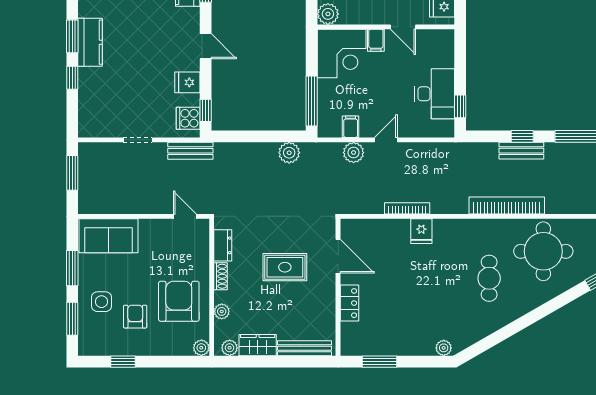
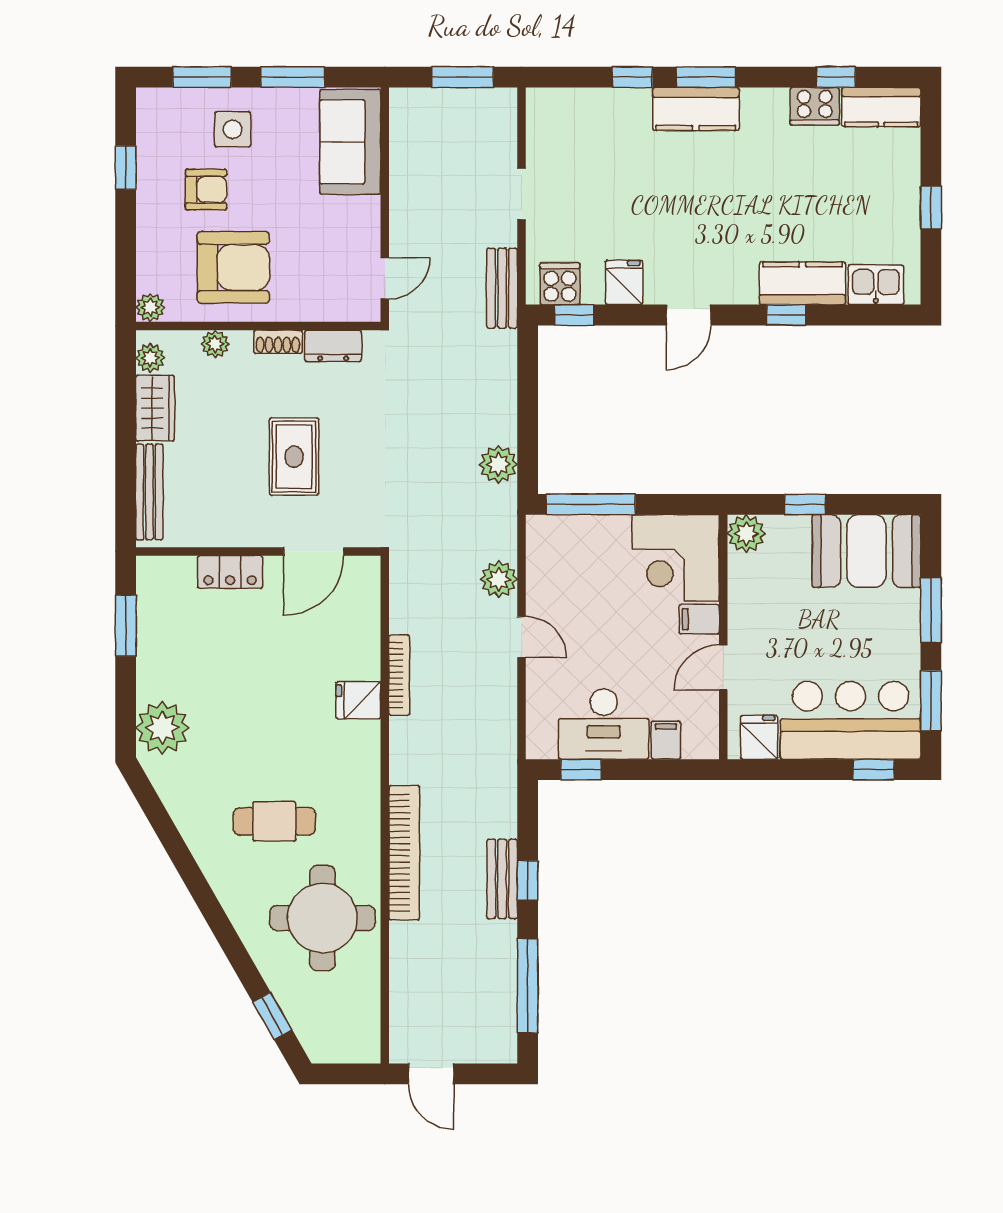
filing cabinet: (351, 127) -> (666, 740), moved, turned -90
plant: (444, 348) -> (162, 728), width x1.87, depth x1.87

